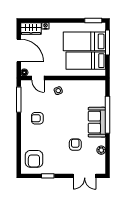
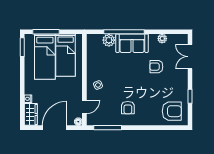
plant: (100, 101) -> (109, 40), added
double door: (85, 176) -> (190, 57), swing flipped

